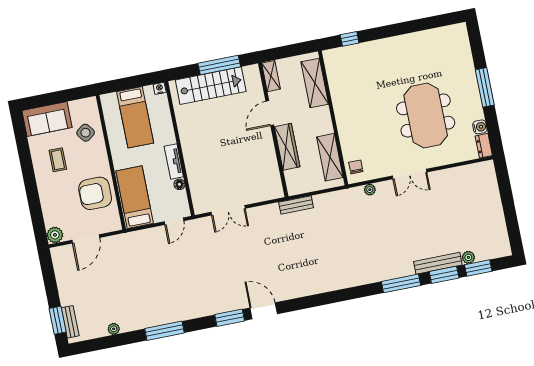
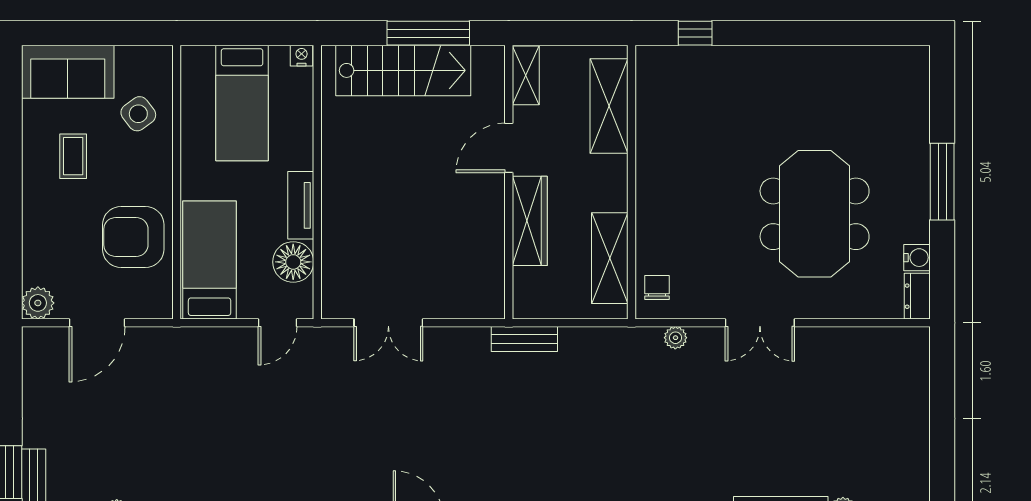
floor lamp: (179, 184) -> (293, 262), width x1.89, depth x1.89

